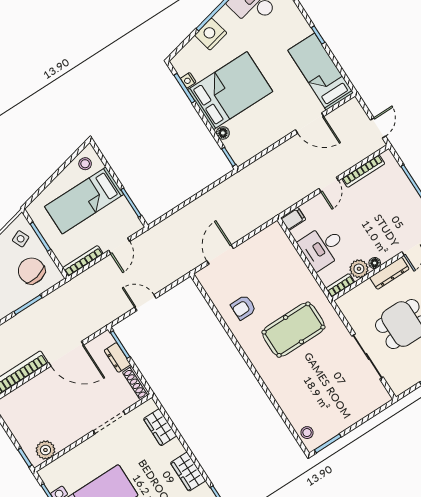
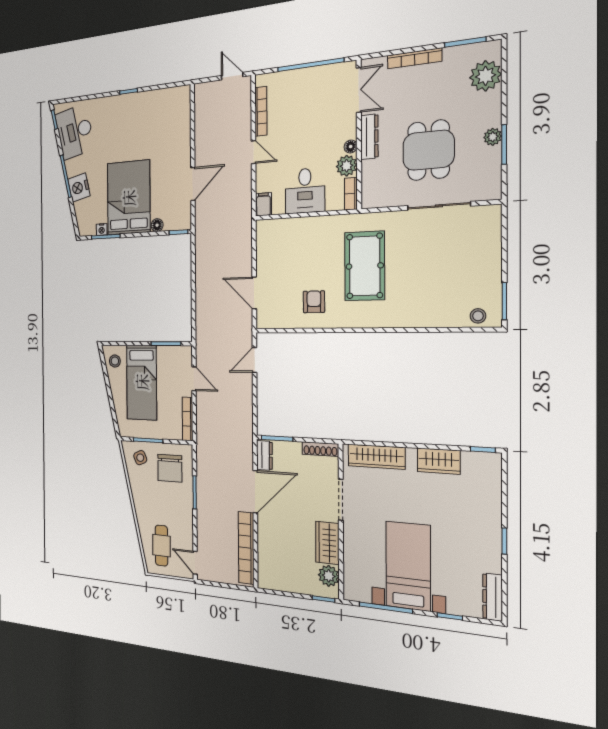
bed: (320, 72) -> (157, 106), removed
door: (310, 123) -> (193, 184), moved
chair: (31, 271) -> (170, 468), turned -78
door: (145, 303) -> (255, 360), moved
armchair: (243, 307) -> (314, 302), turned 180
dresser: (117, 358) -> (264, 455), moved, turned -90
wardrobe: (160, 427) -> (376, 457), width x1.50
wardrobe: (70, 433) -> (327, 543), added

